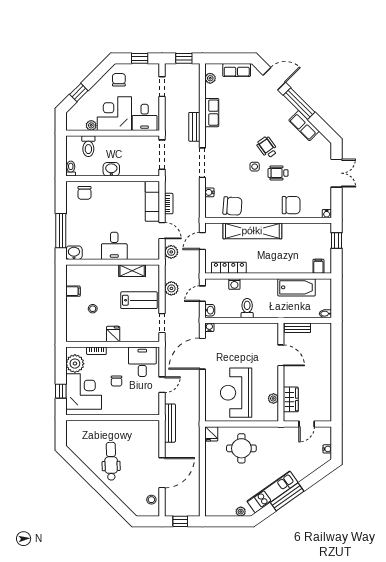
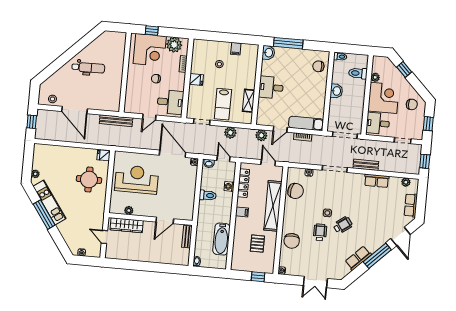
chair: (232, 206) -> (296, 191), turned -83
pallet: (298, 245) -> (257, 244), added
filing cabinet: (318, 266) -> (242, 212), moved
door: (162, 385) -> (149, 117), hinge flipped
wardrobe: (291, 399) -> (127, 225), width x1.50

